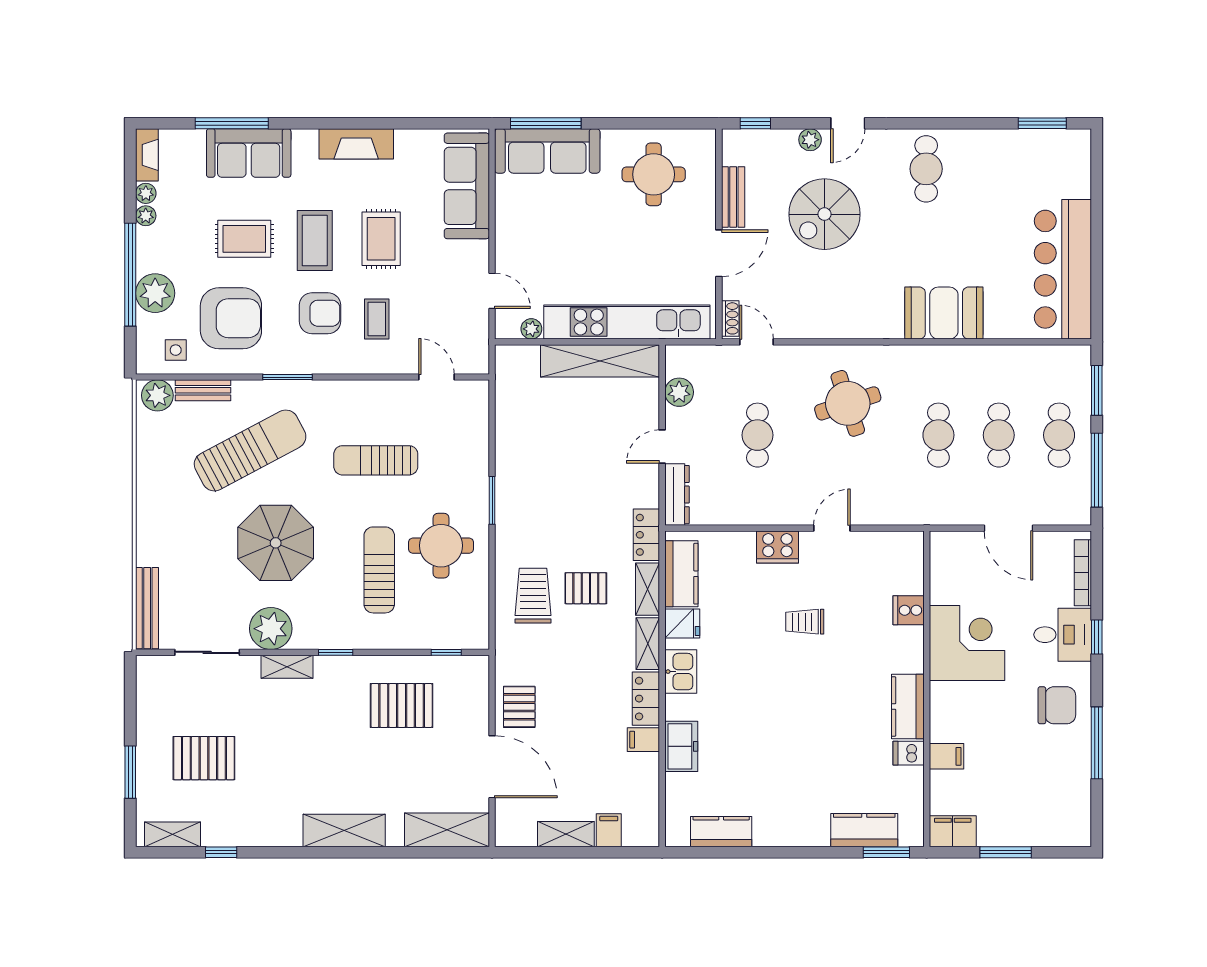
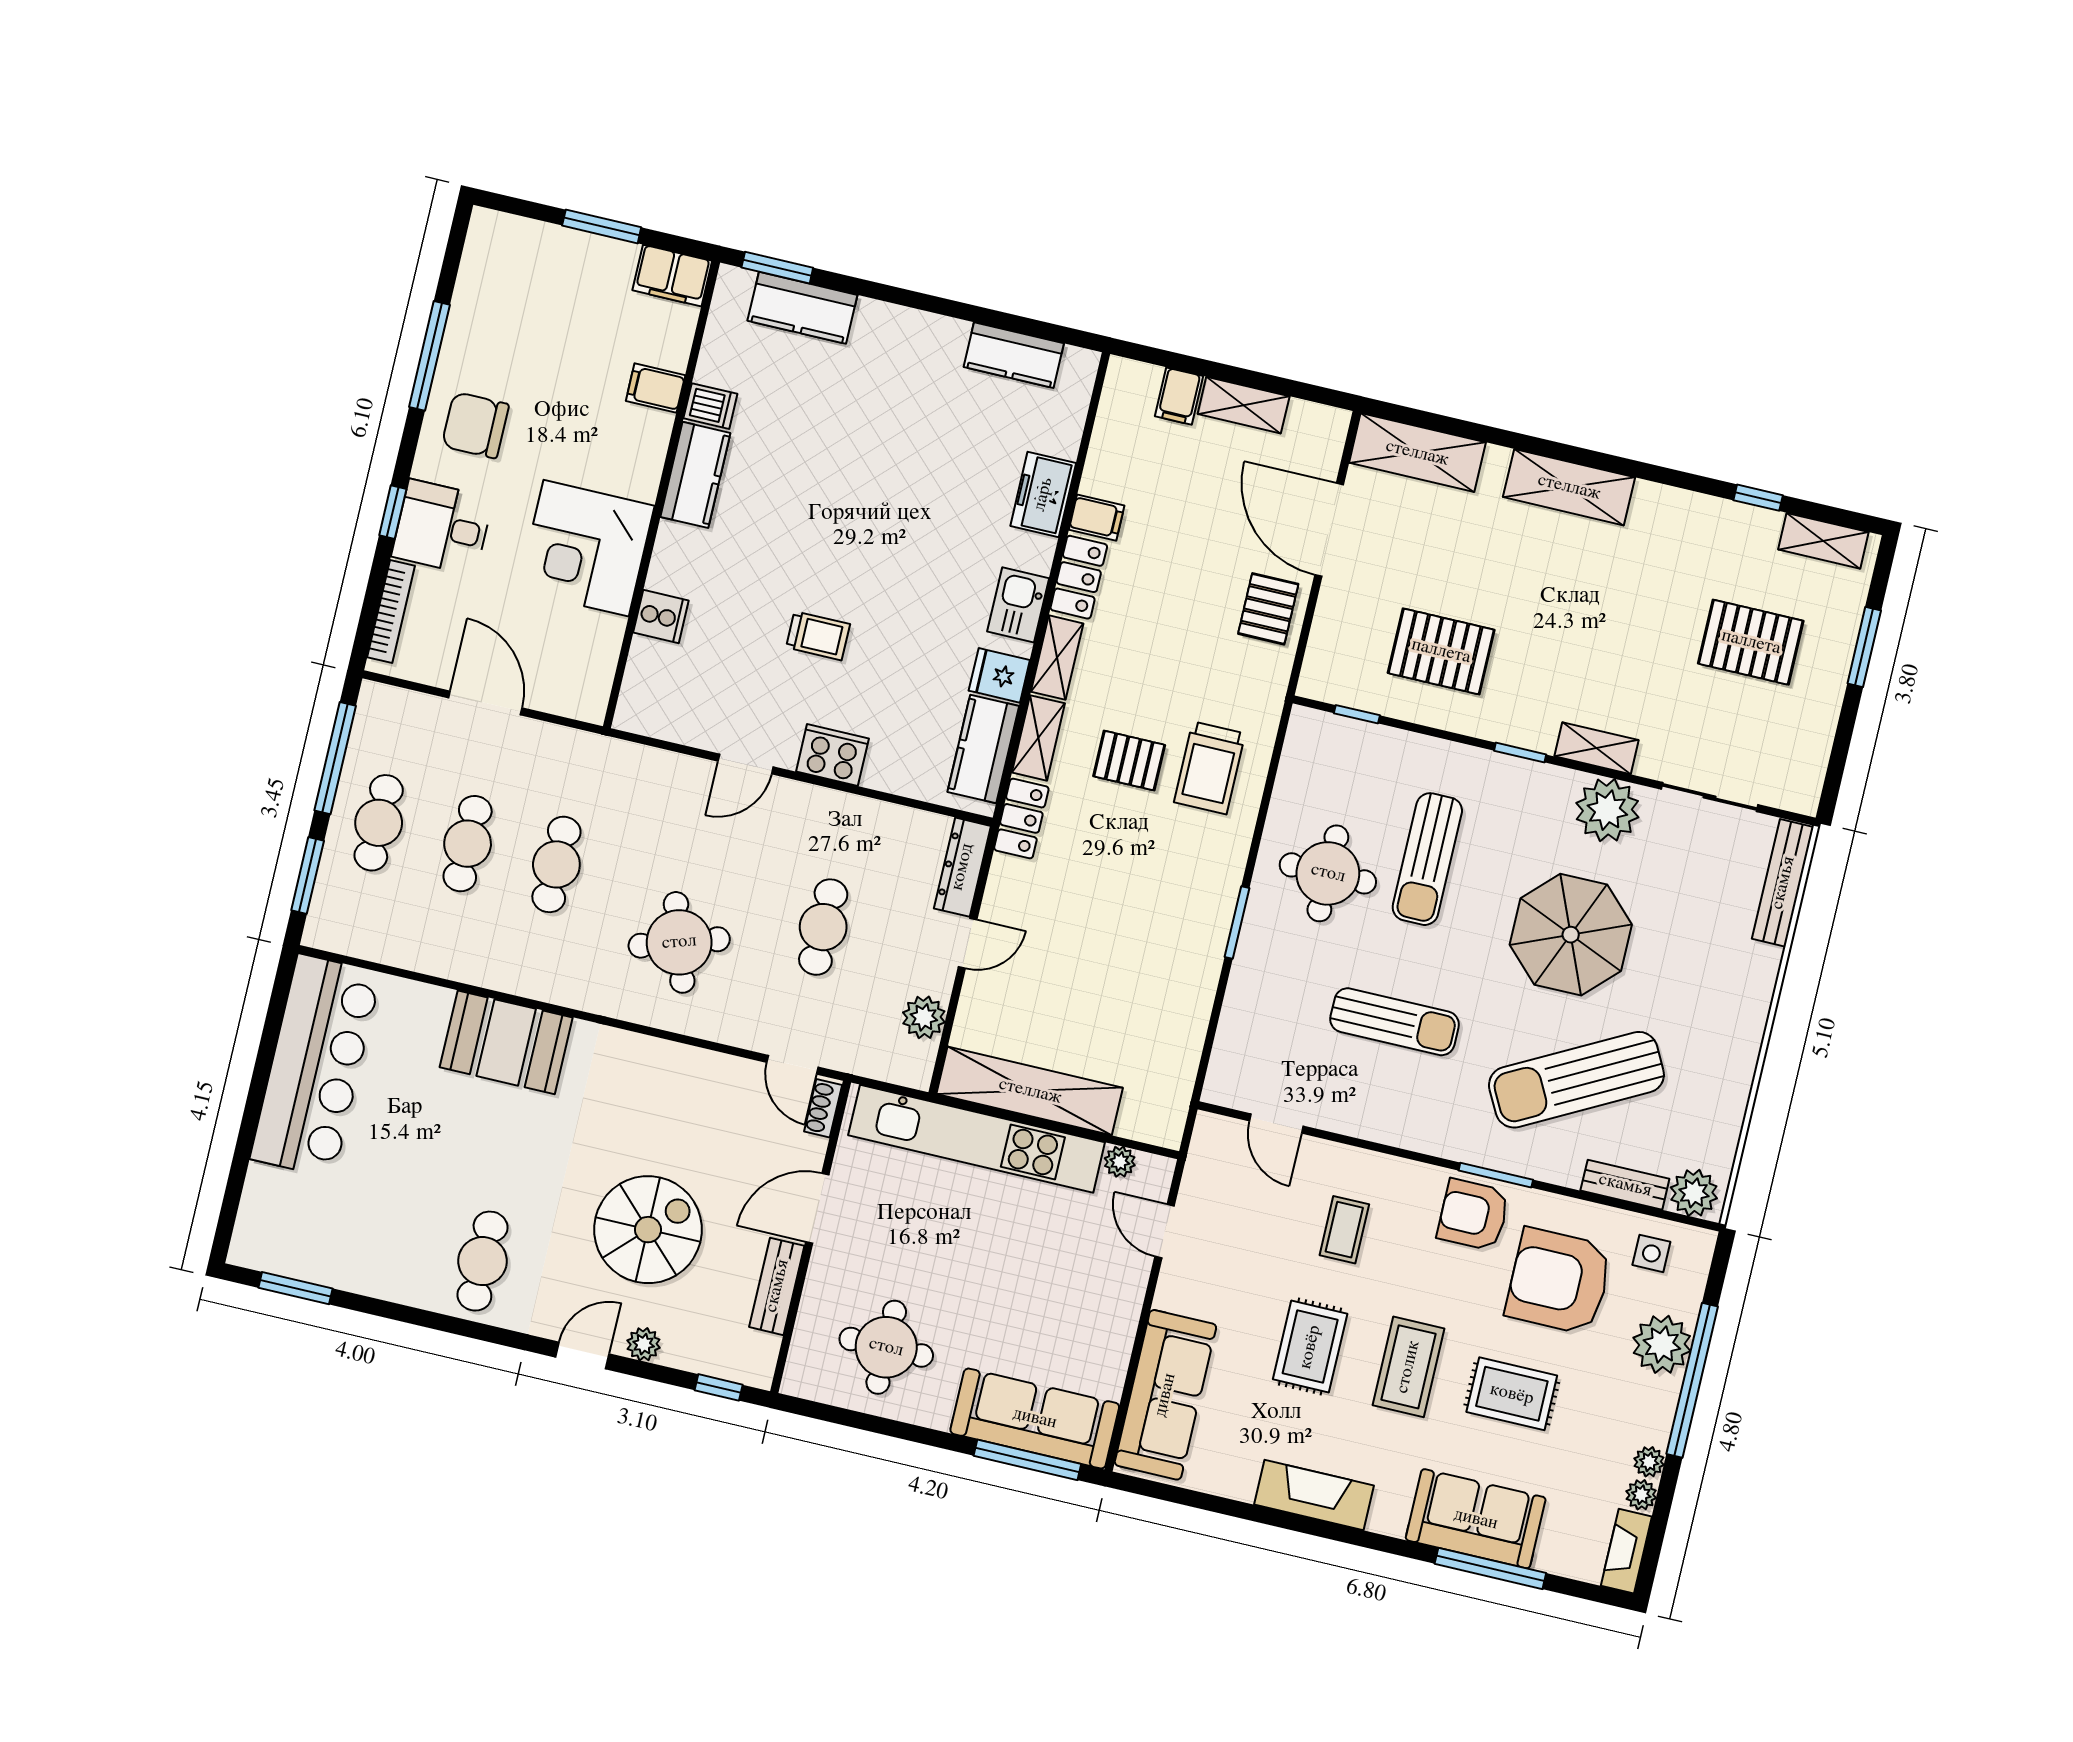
armchair: (320, 313) -> (1473, 1215), moved

